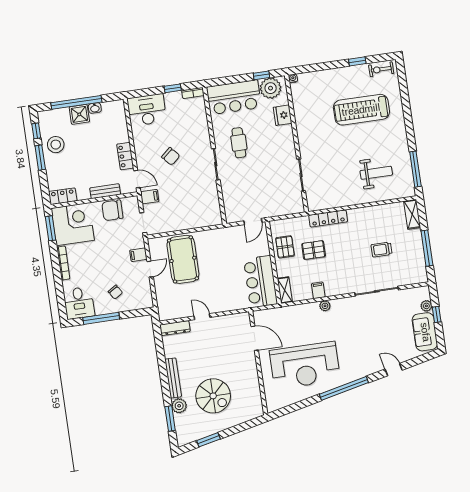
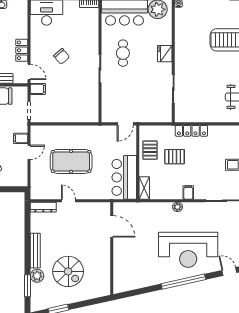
fridge: (283, 115) -> (165, 54), moved
pool table: (183, 259) -> (71, 161), moved, turned 90
filing cabinet: (318, 290) -> (188, 192), moved
reception desk: (305, 365) -> (188, 250), moved

